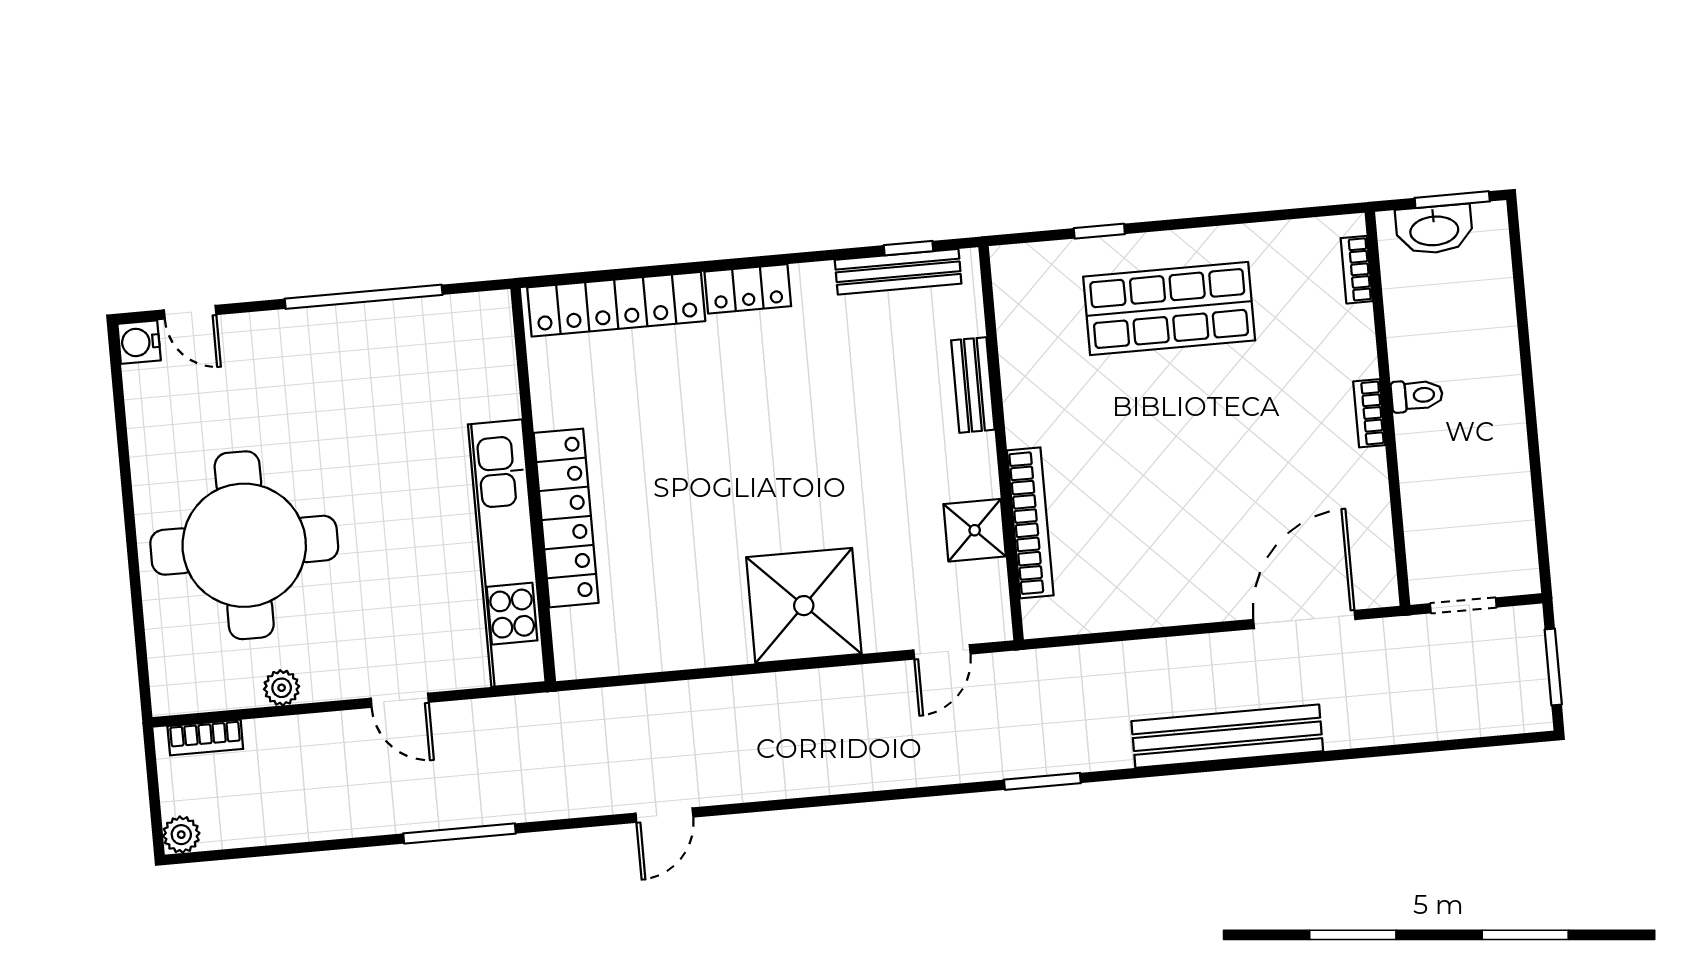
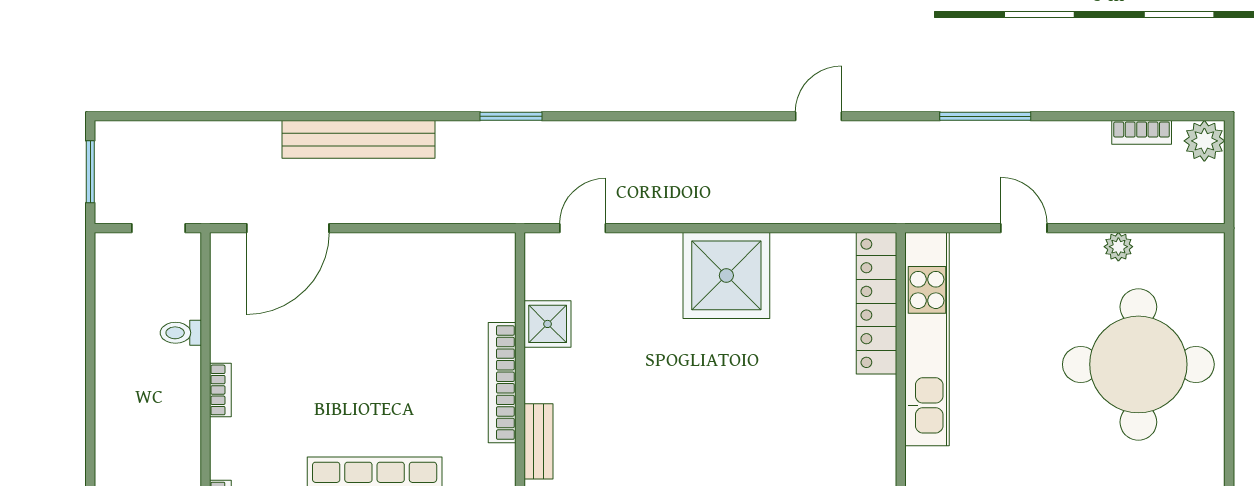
toilet: (1417, 395) -> (181, 333), moved
locker: (566, 518) -> (876, 303), moved
bookcase: (1030, 523) -> (502, 383), moved
shower: (804, 606) -> (726, 275), moved
bookcase: (205, 738) -> (1142, 132), moved, turned 180
plant: (181, 835) -> (1204, 141), width x1.38, depth x1.38

